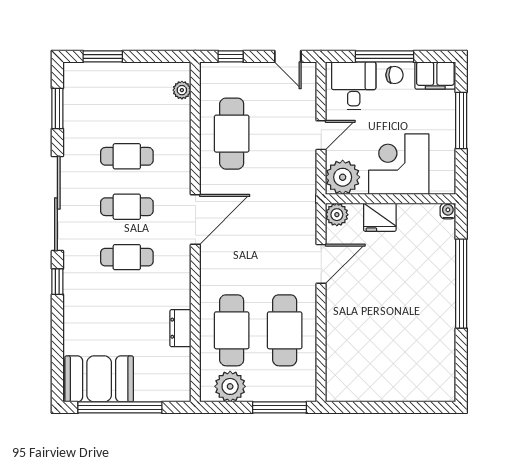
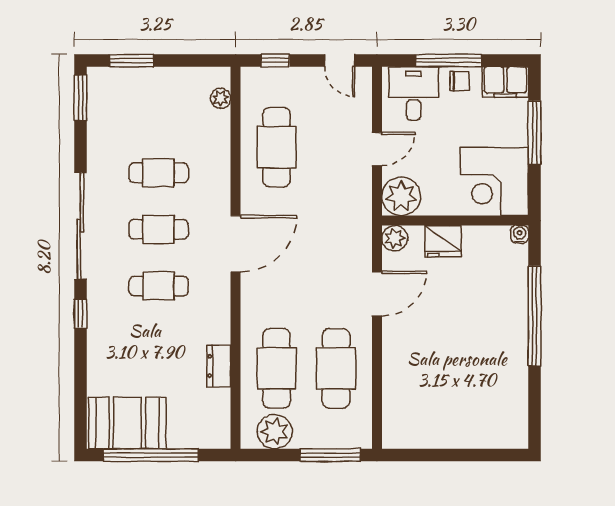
window: (57, 108) -> (80, 98), moved
corner desk: (399, 164) -> (494, 182), moved, turned -90

